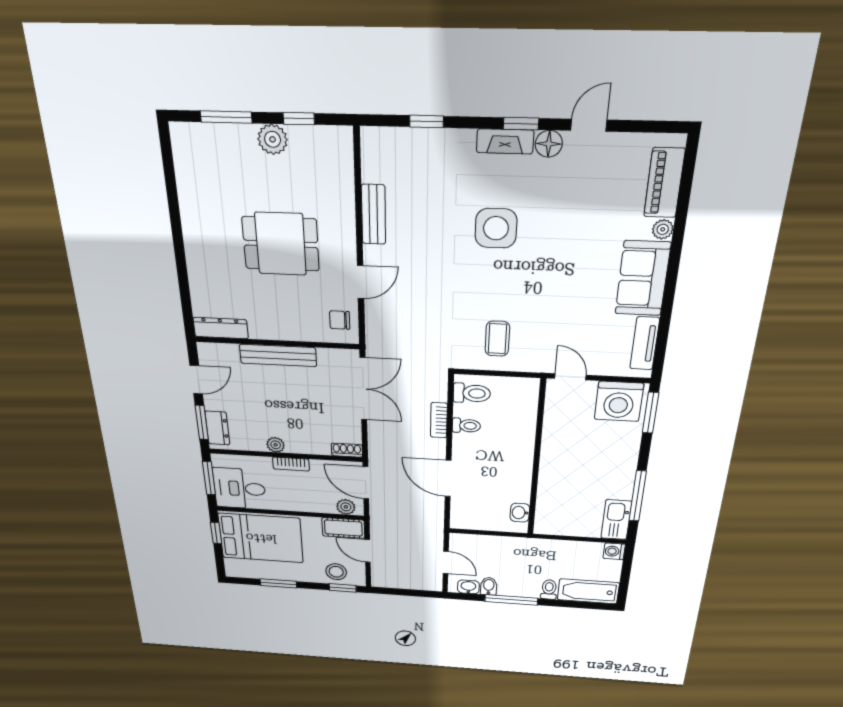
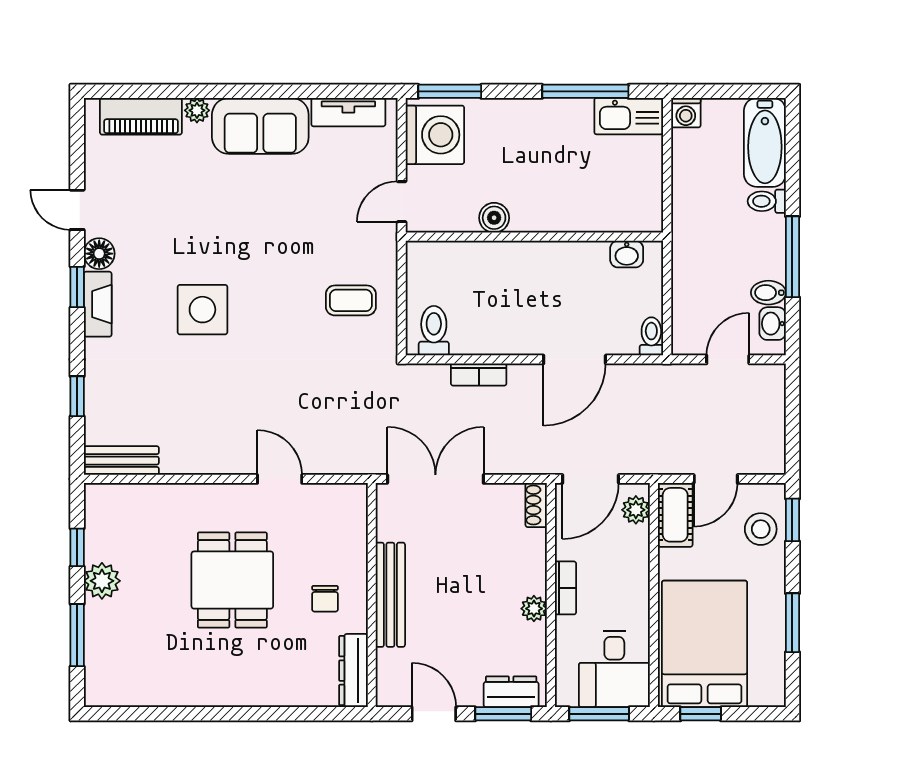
bench: (374, 214) -> (121, 461), moved
chair: (340, 320) -> (325, 599), moved
toilet: (466, 426) -> (651, 336), moved
boiler: (552, 436) -> (494, 218), added

